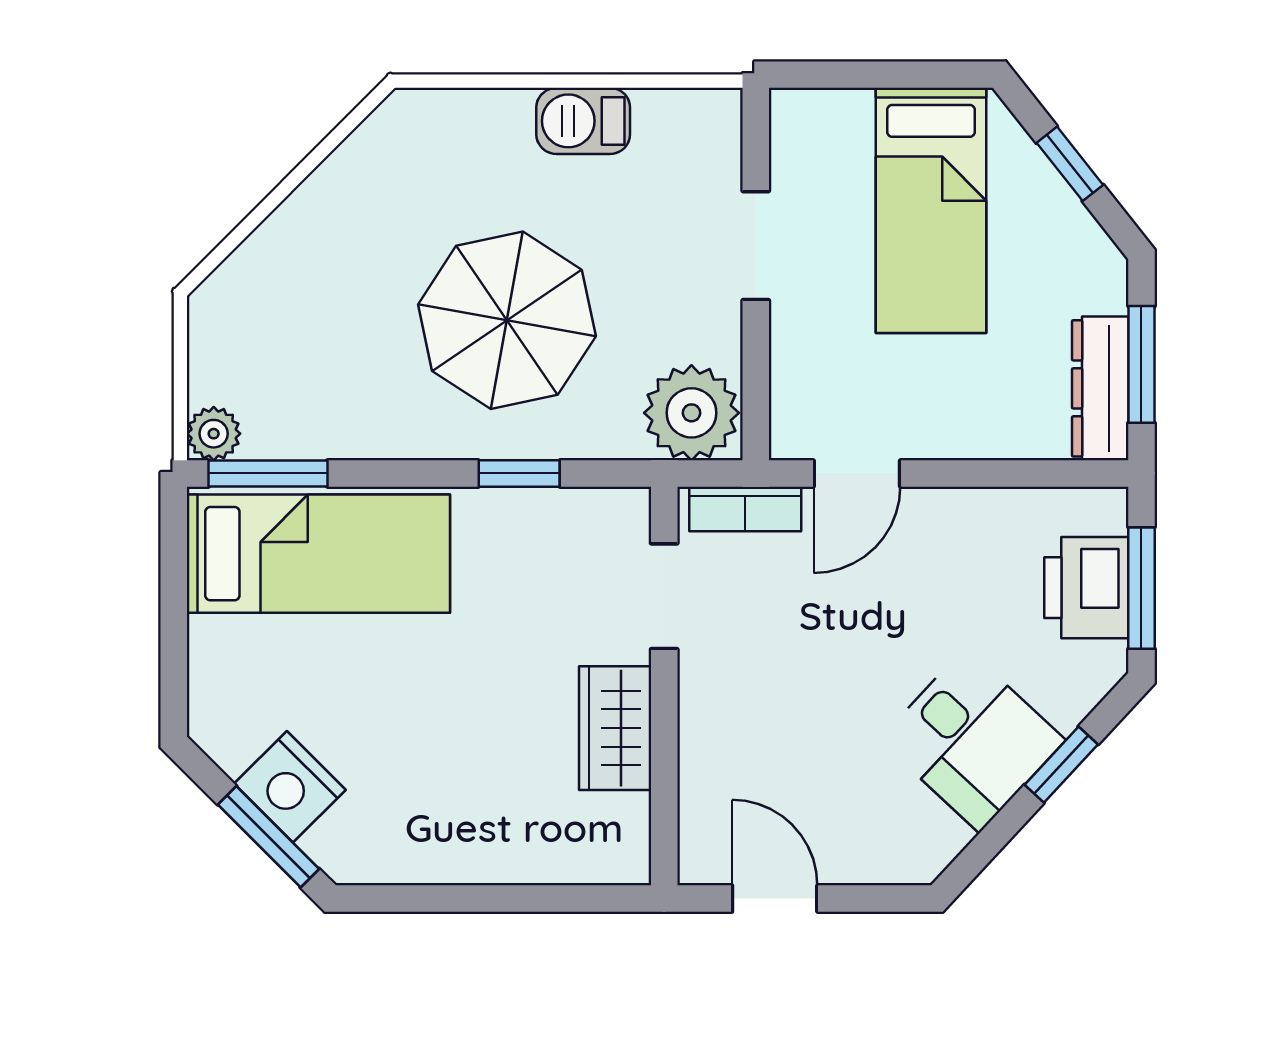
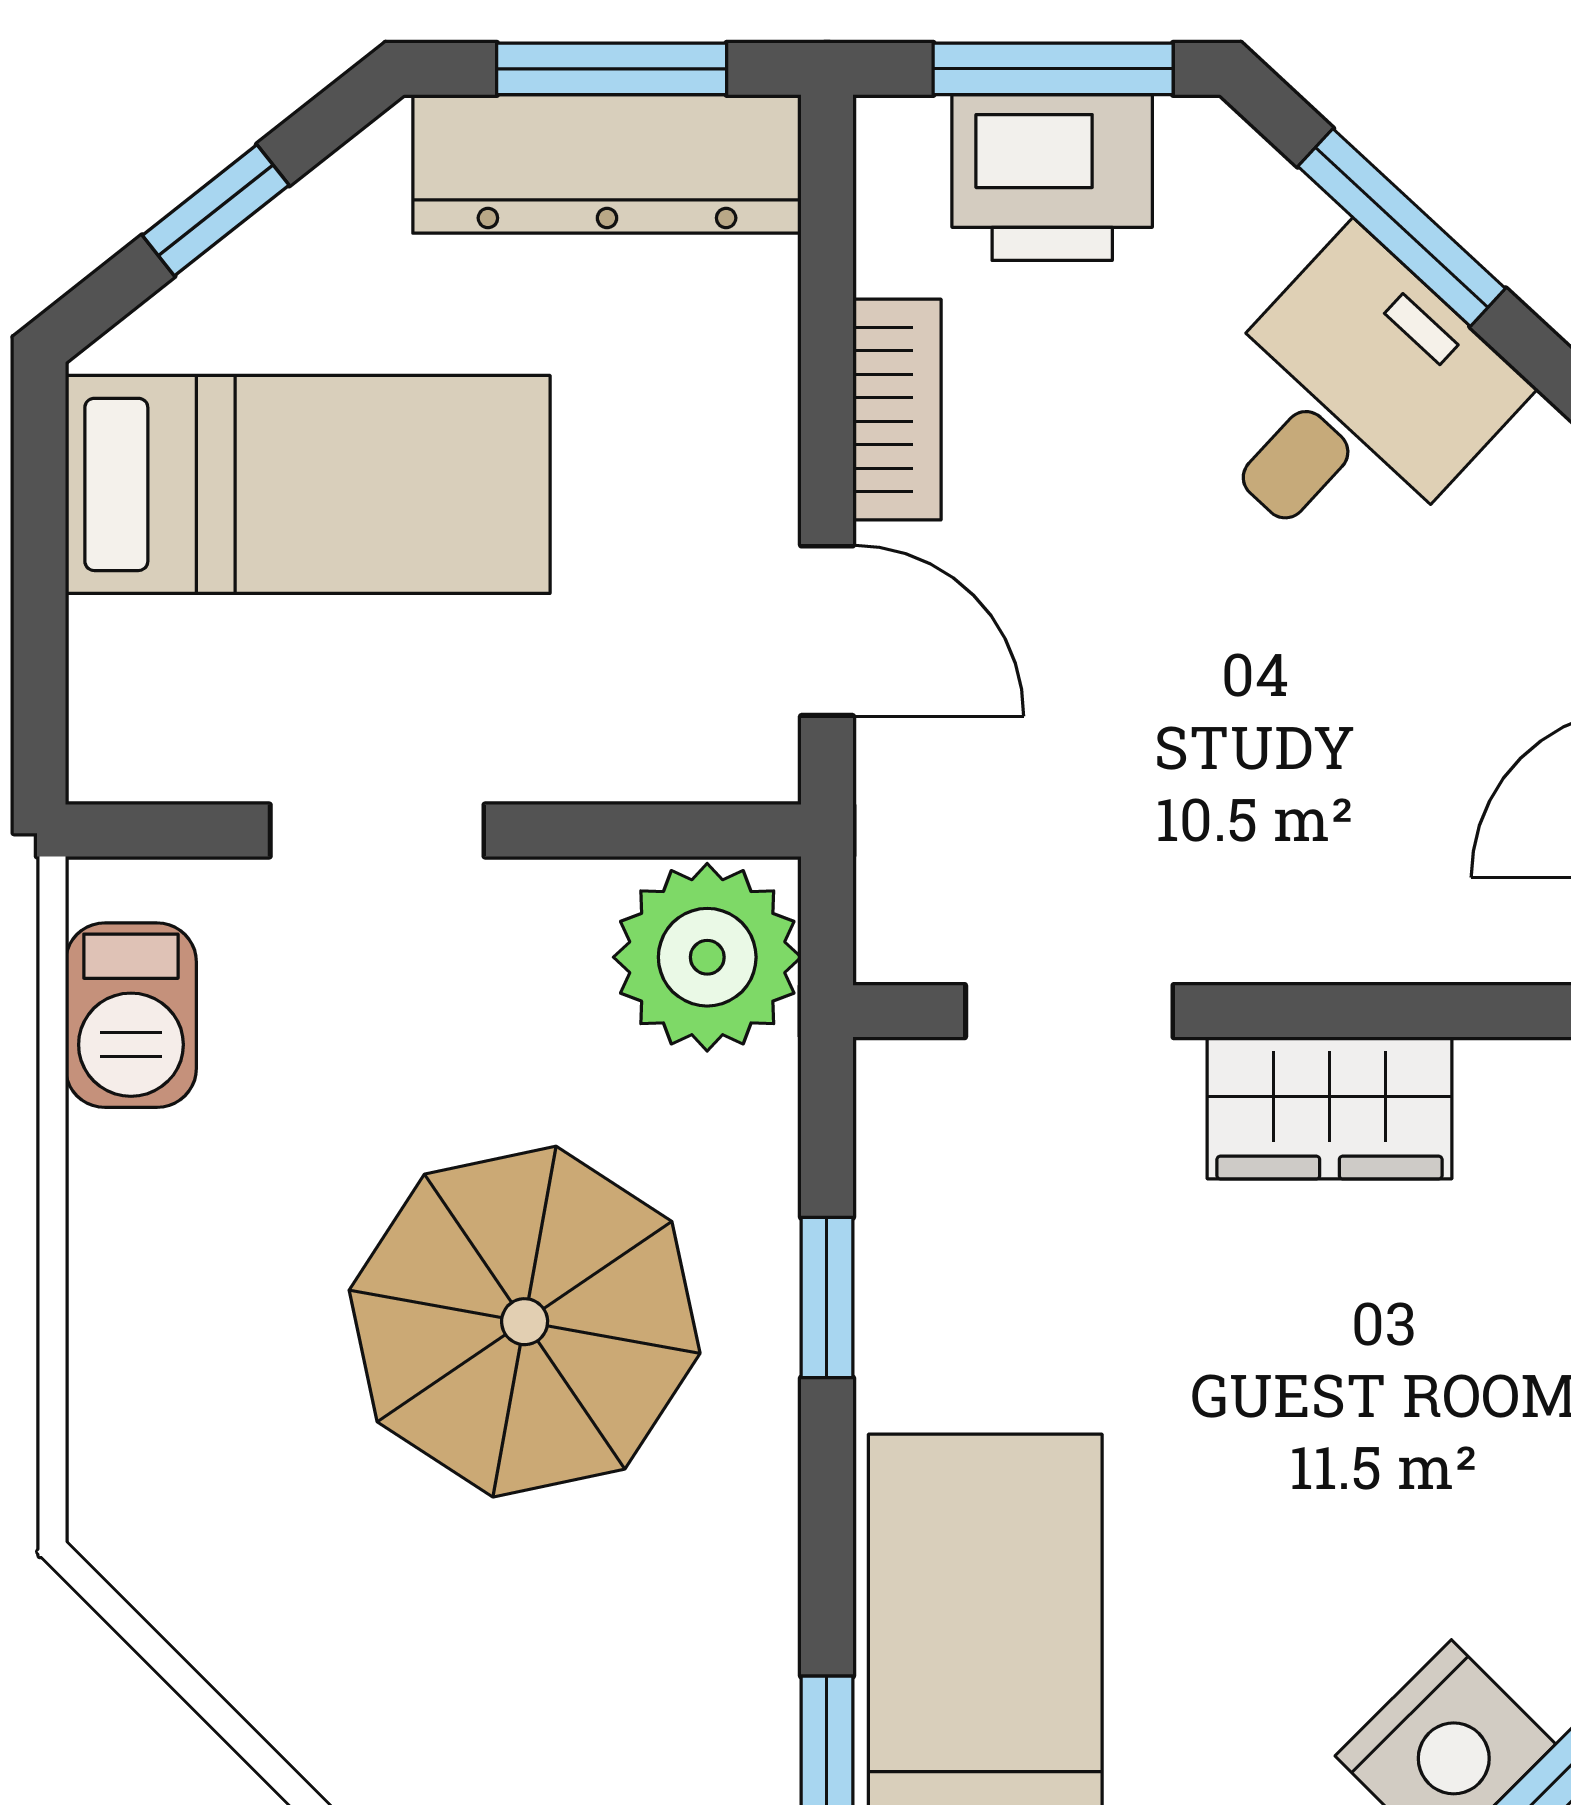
barbecue: (583, 121) -> (131, 1015), moved
dresser: (1100, 388) -> (607, 164), width x1.37, depth x1.24
bookcase: (745, 509) -> (897, 410), moved
window: (1061, 765) -> (1402, 227), width x1.50

